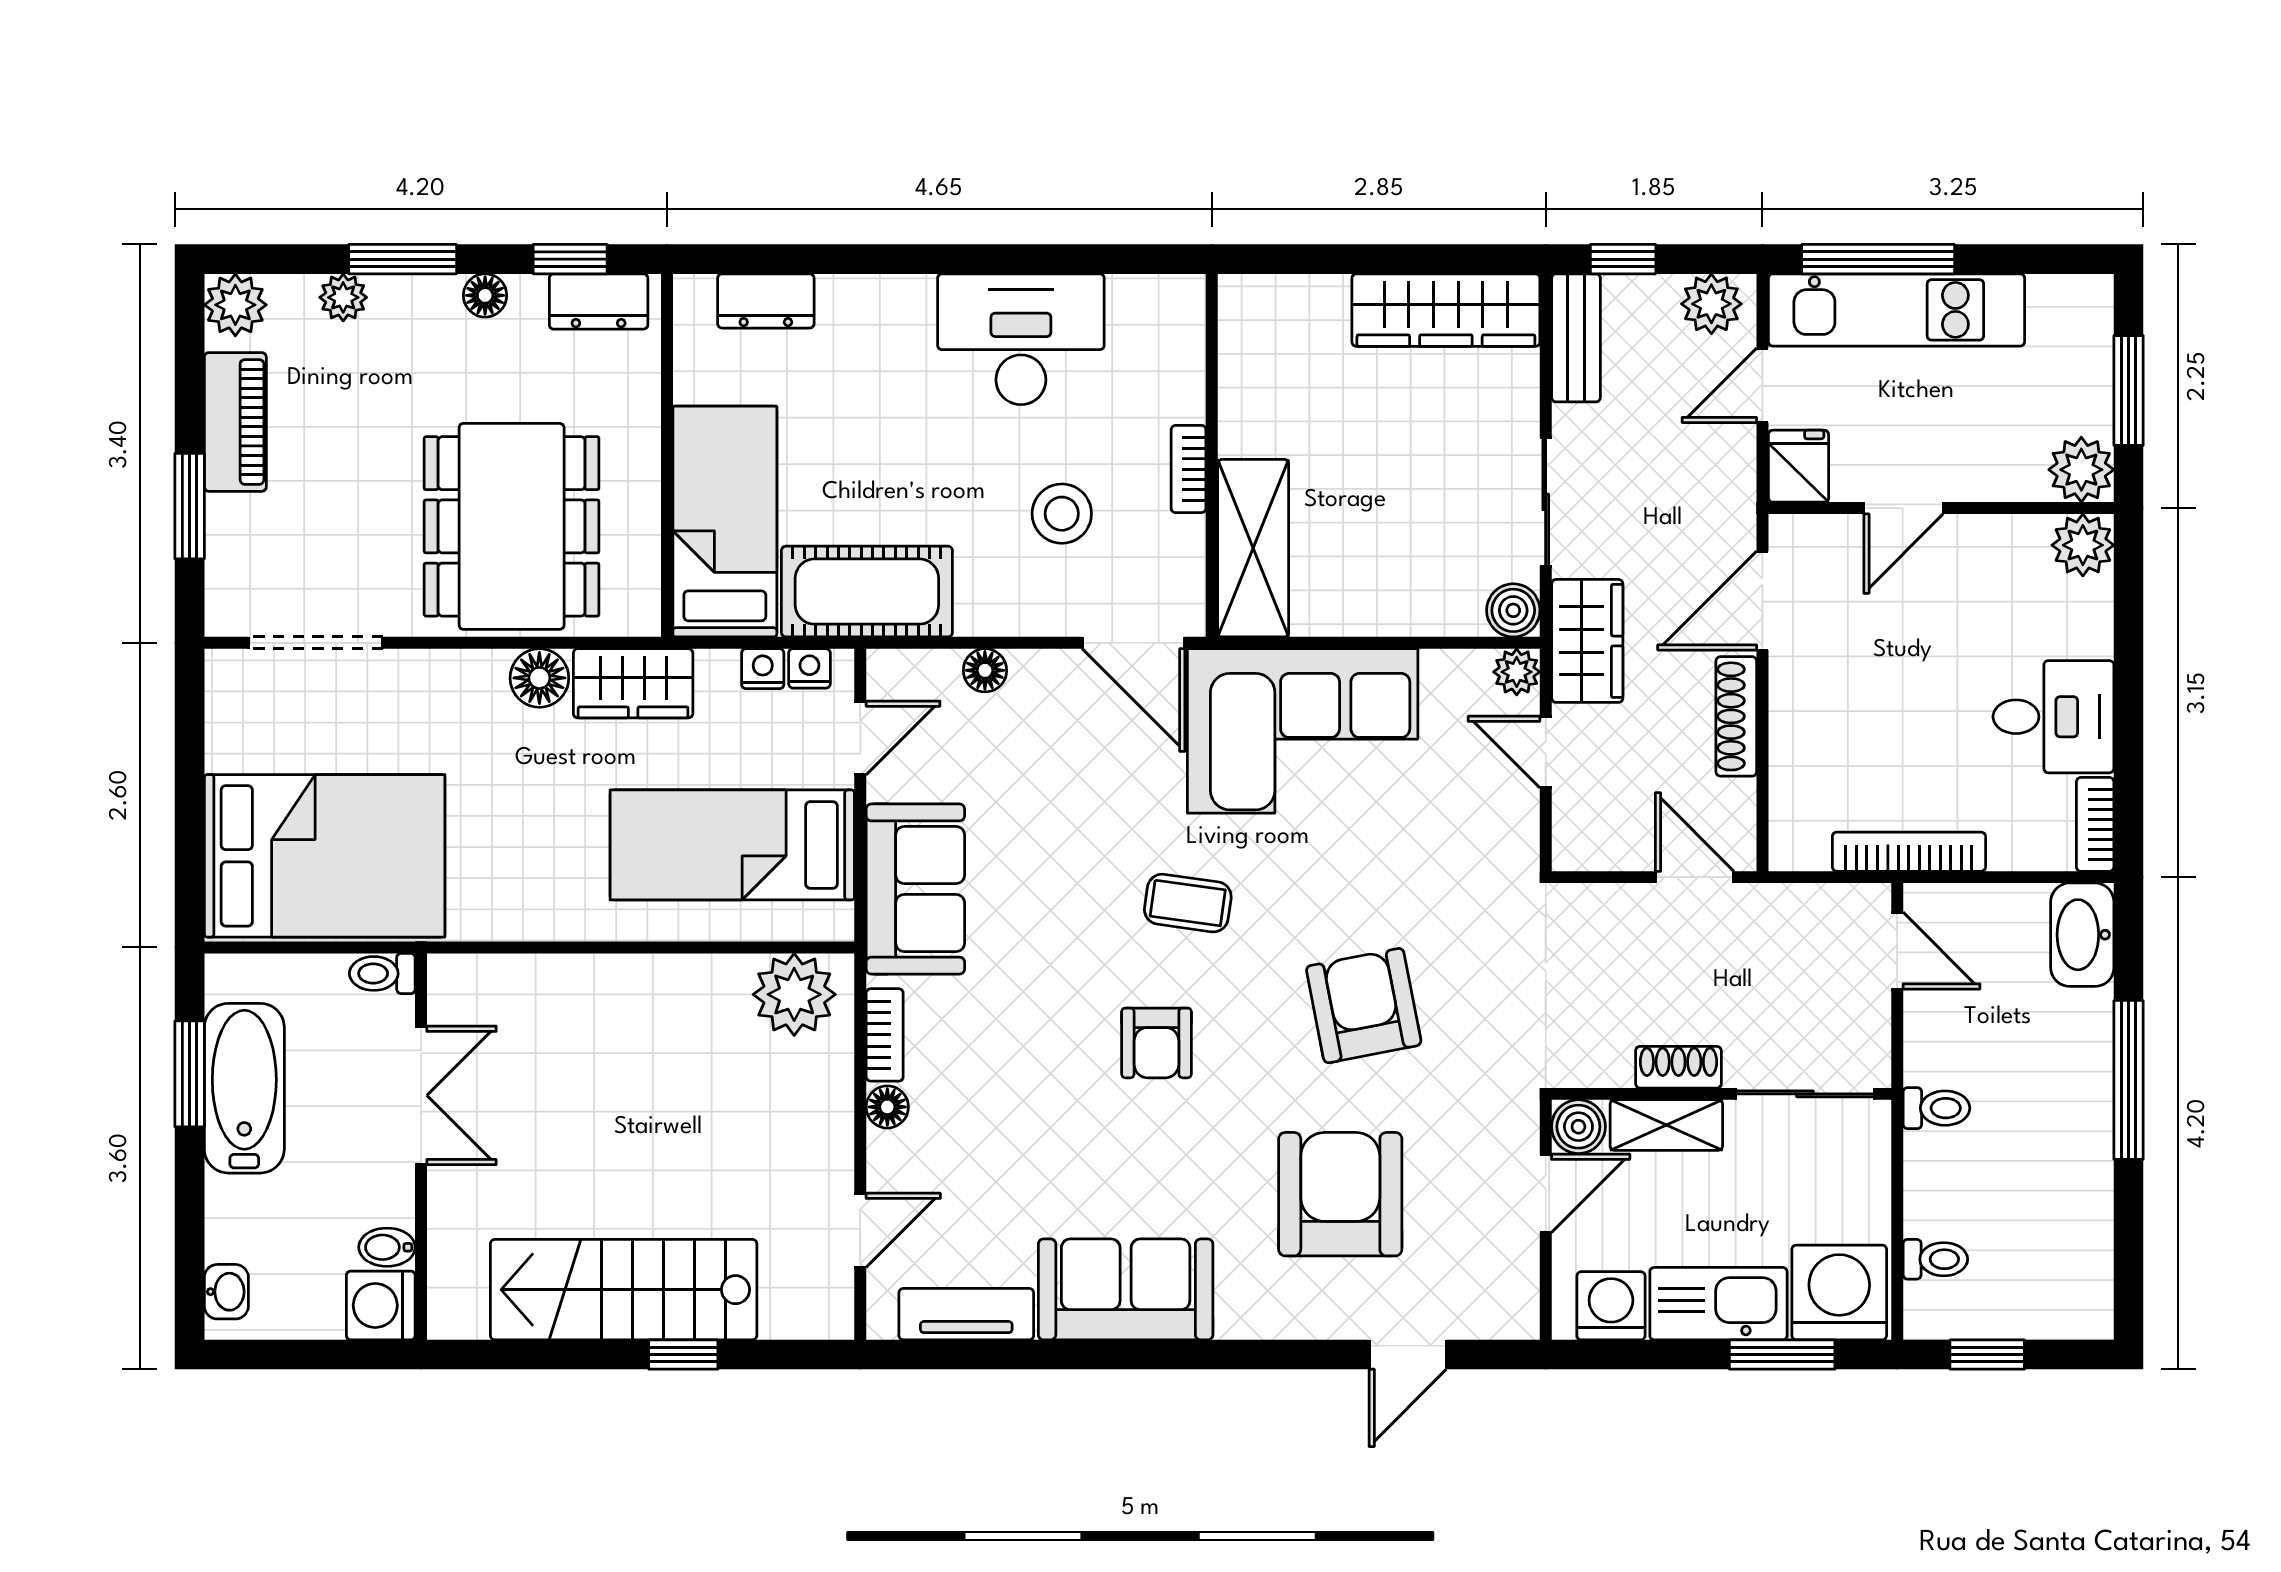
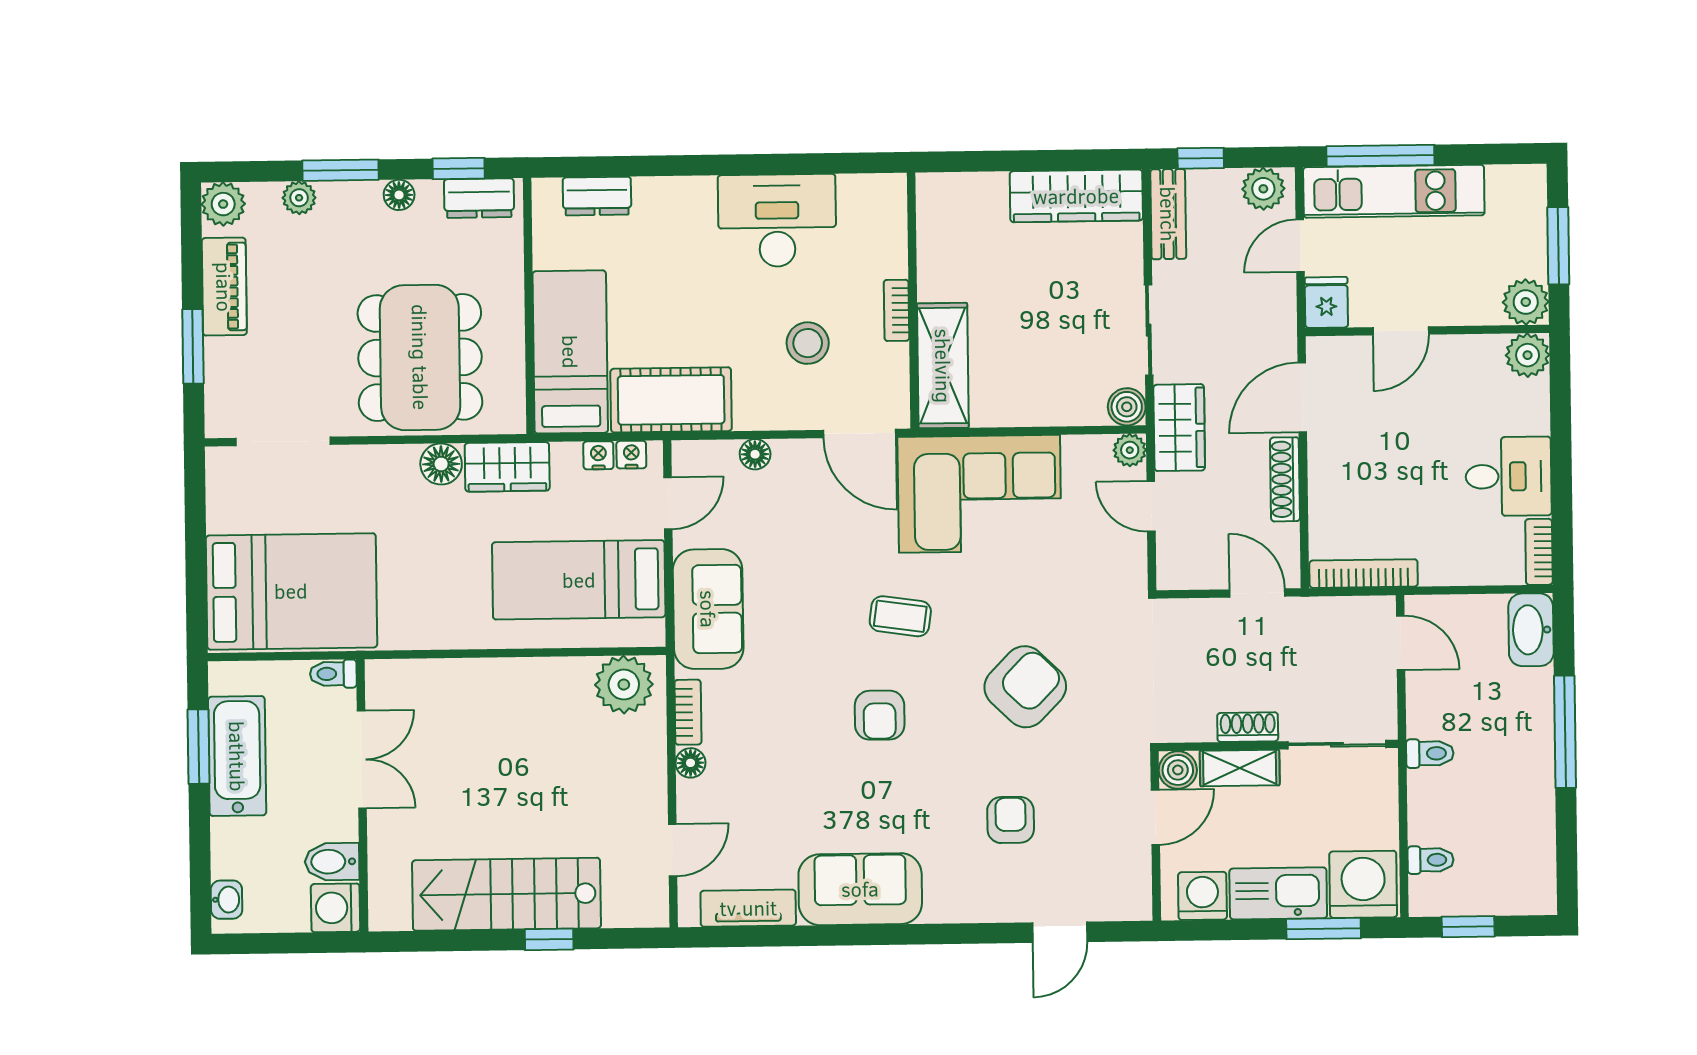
bookcase: (1909, 852) -> (1364, 574), moved
armchair: (1364, 1006) -> (1025, 687), turned 55
armchair: (1340, 1194) -> (1011, 820), width x0.53, depth x0.53
bidet: (387, 1247) -> (332, 862), width x1.38, depth x1.36

